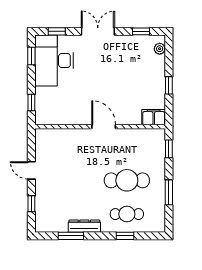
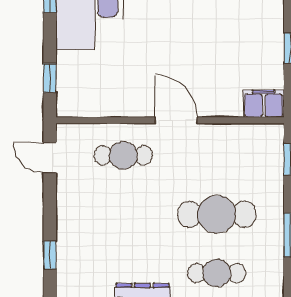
cafe table: (73, 147) -> (123, 155), added
door: (31, 170) -> (50, 158), moved

